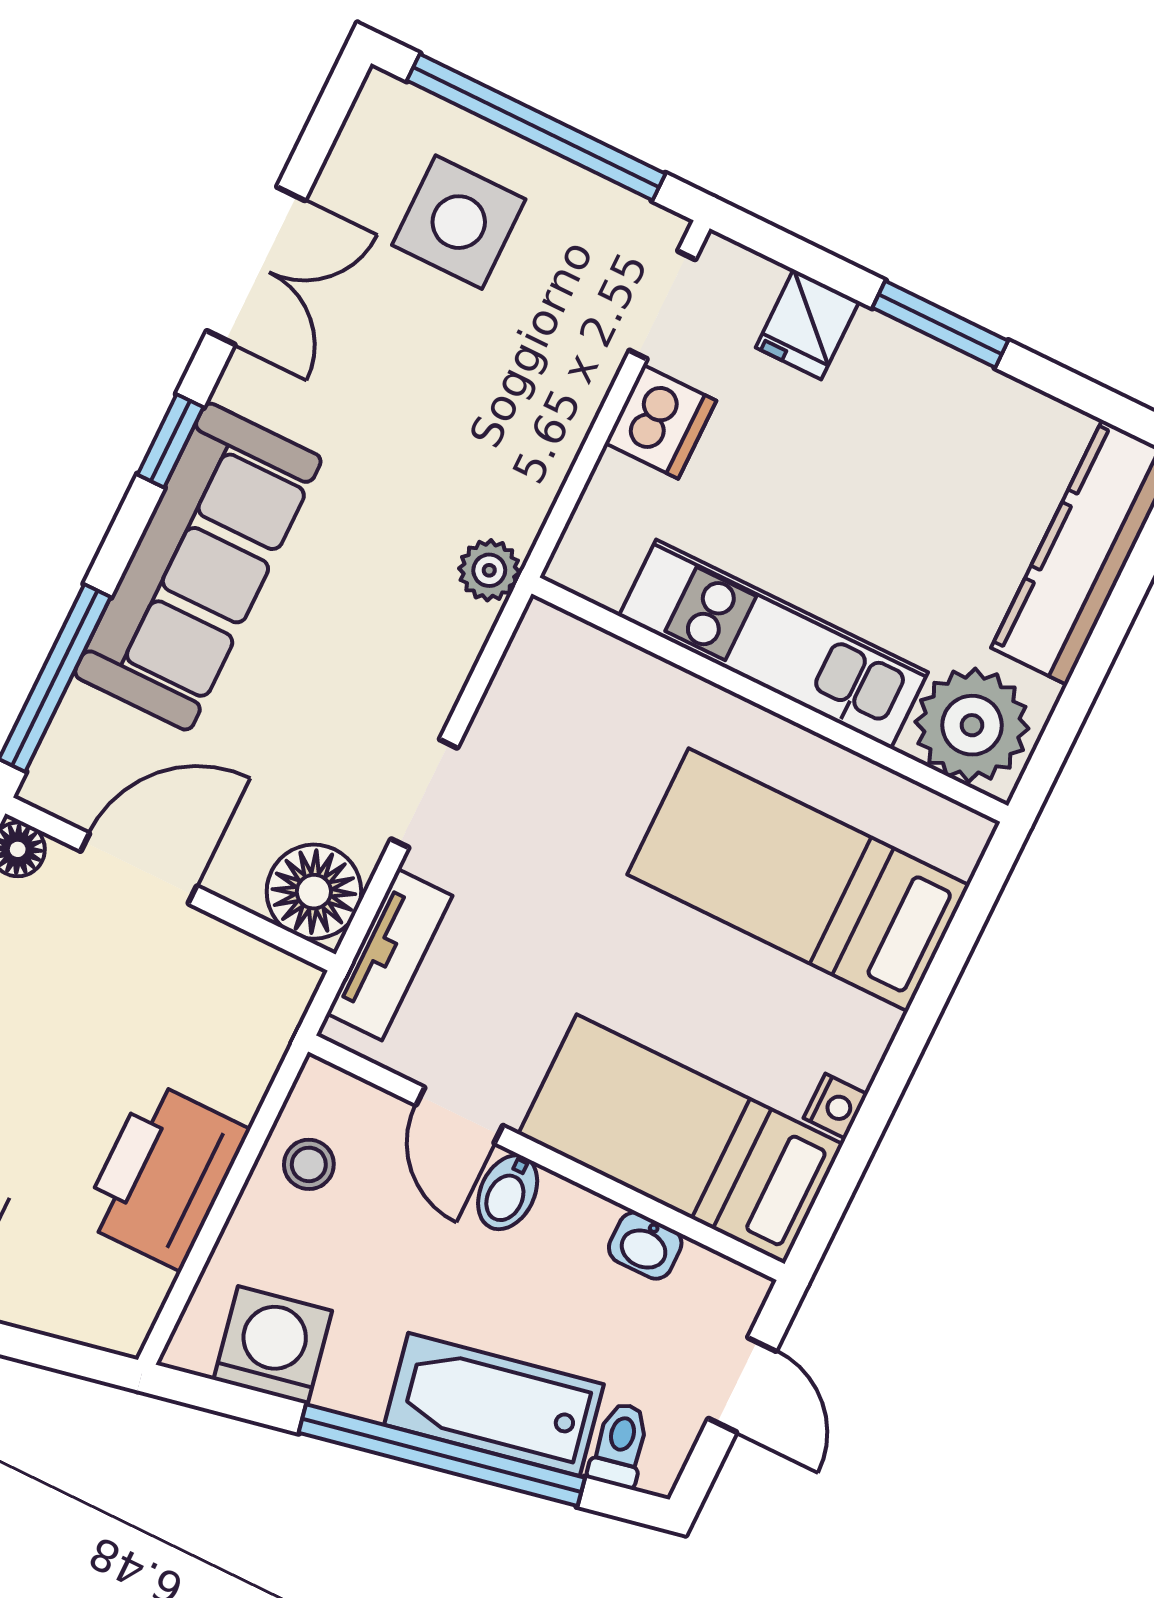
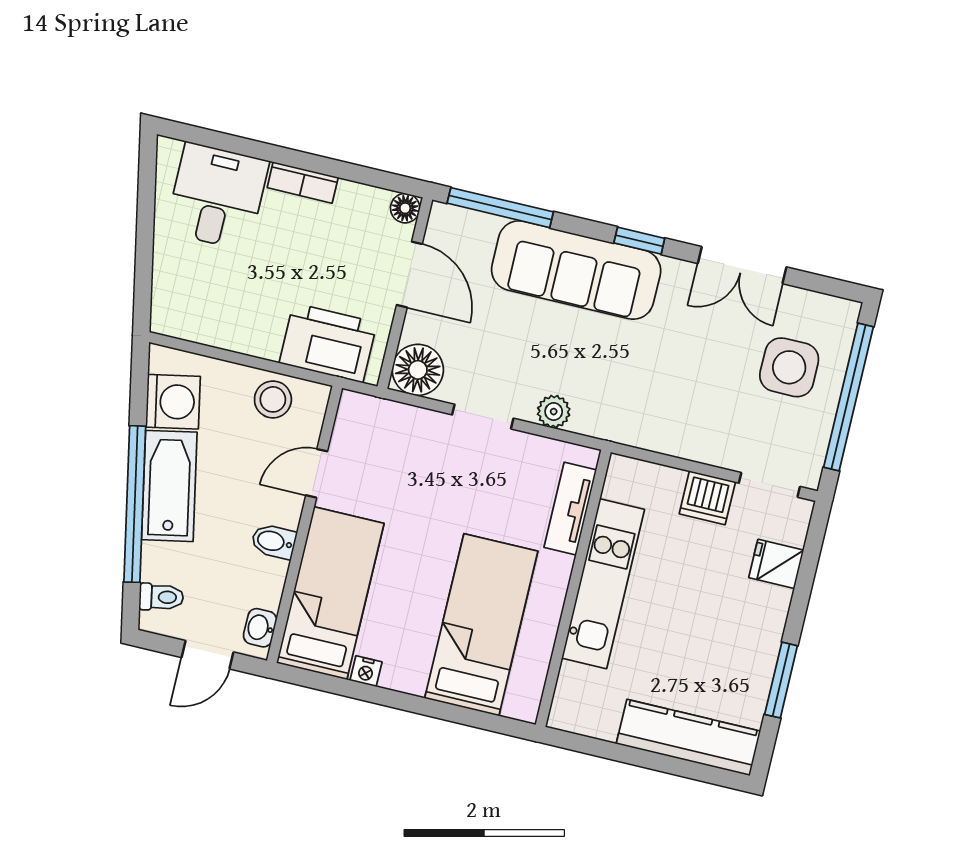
window: (940, 324) -> (781, 680), moved
plant: (489, 570) -> (554, 412), moved
plant: (972, 725) -> (584, 698), removed
tv unit: (390, 955) -> (570, 509), moved, turned 90
stool: (309, 1164) -> (273, 399), width x1.37, depth x1.37
printer: (164, 1176) -> (328, 343), moved
bidet: (508, 1192) -> (274, 541), moved
washbasin: (645, 1246) -> (260, 628), moved
bathtub: (494, 1404) -> (169, 486), moved

